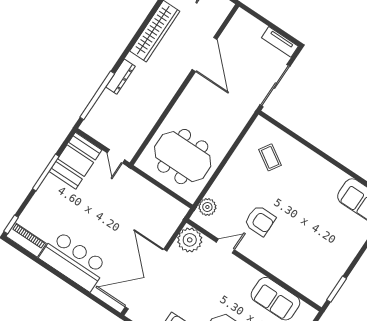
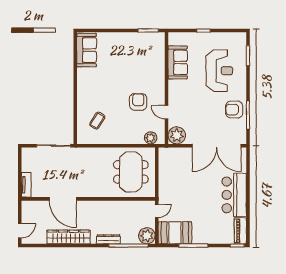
tv unit: (280, 42) -> (26, 185), moved
door: (205, 54) -> (63, 199), swing flipped
plant: (94, 125) -> (147, 236), added

